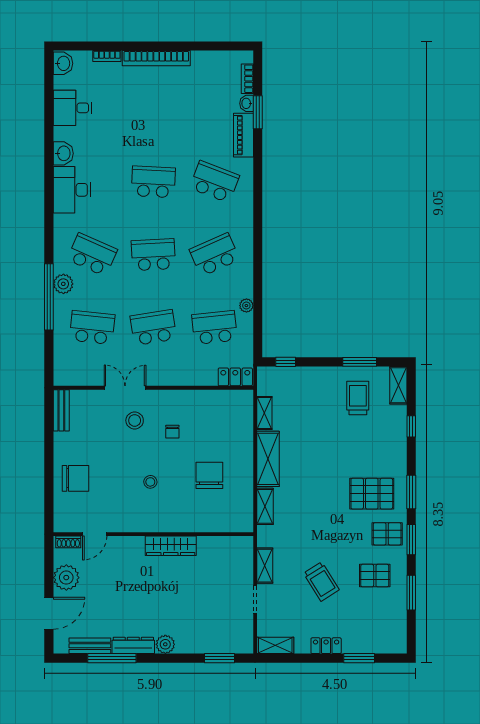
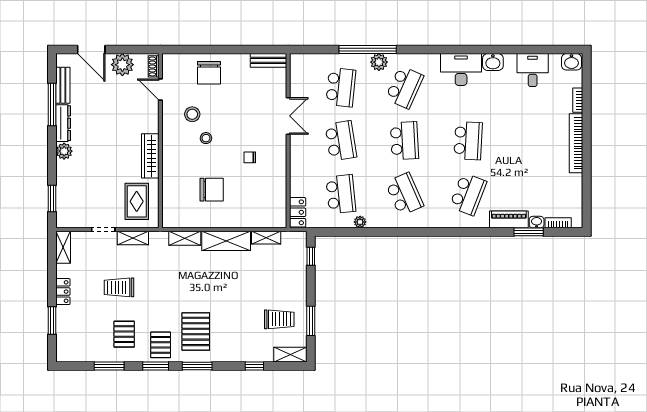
stool: (135, 420) -> (192, 114), moved
rug: (223, 561) -> (137, 201), added
trolley: (321, 581) -> (119, 287), turned 32

